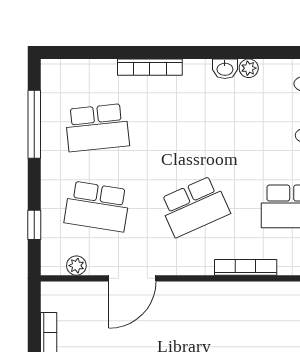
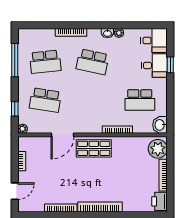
school desk: (194, 206) -> (93, 62), moved, turned 36
plant: (76, 266) -> (23, 129), moved
shop shelf: (197, 306) -> (94, 148), added

